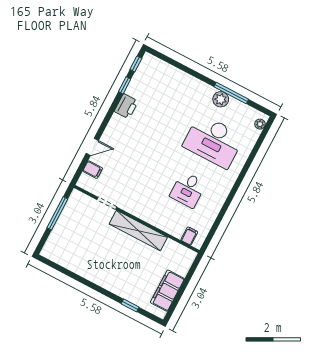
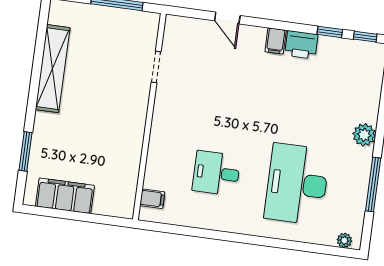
plant: (221, 99) -> (364, 135), moved
filing cabinet: (93, 170) -> (276, 41), moved
shelving: (138, 231) -> (53, 69), moved
window: (130, 305) -> (25, 151), width x1.50

